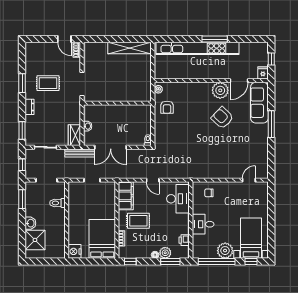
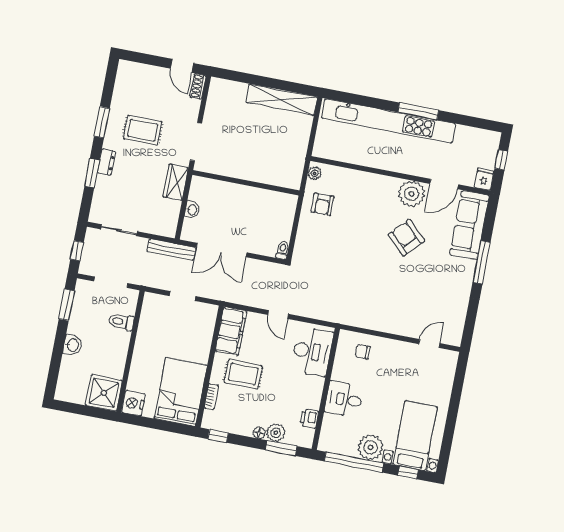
window: (22, 131) -> (92, 173), moved
wardrobe: (74, 135) -> (176, 182), moved
shower: (35, 240) -> (104, 393), moved

